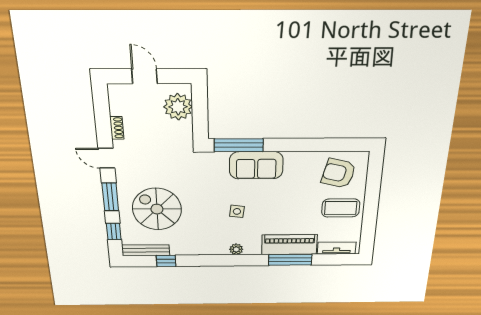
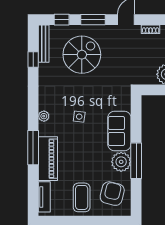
window: (239, 145) -> (136, 161), moved
plant: (297, 163) -> (121, 162), added
window: (290, 260) -> (33, 148), moved

